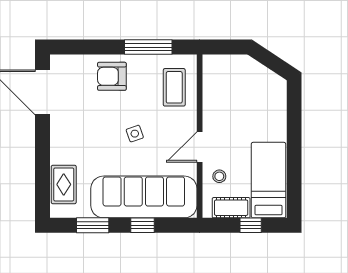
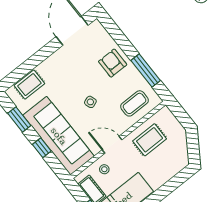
rug: (226, 102) -> (150, 140), added

